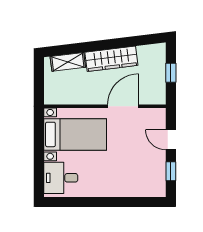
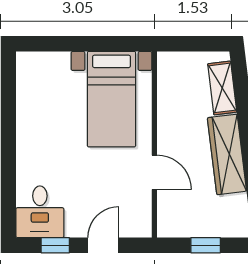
door: (123, 106) -> (154, 172), width x0.73
desk: (61, 178) -> (40, 212), moved, turned 180

